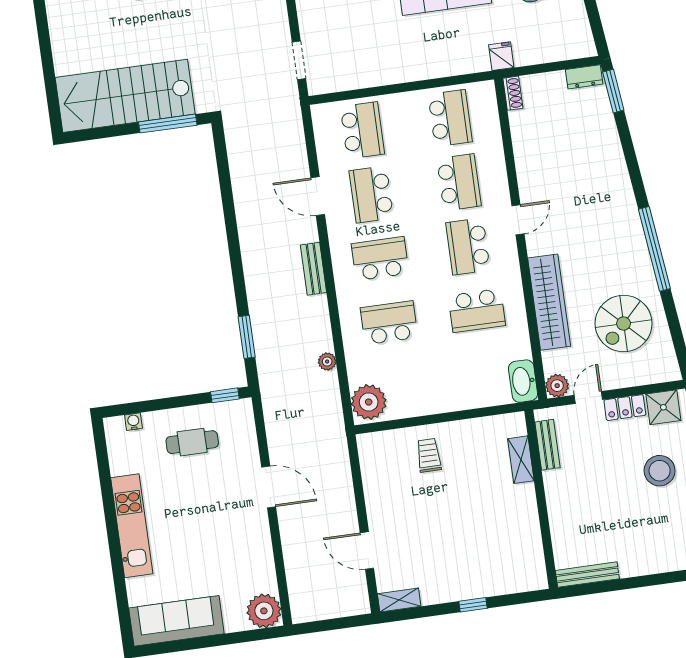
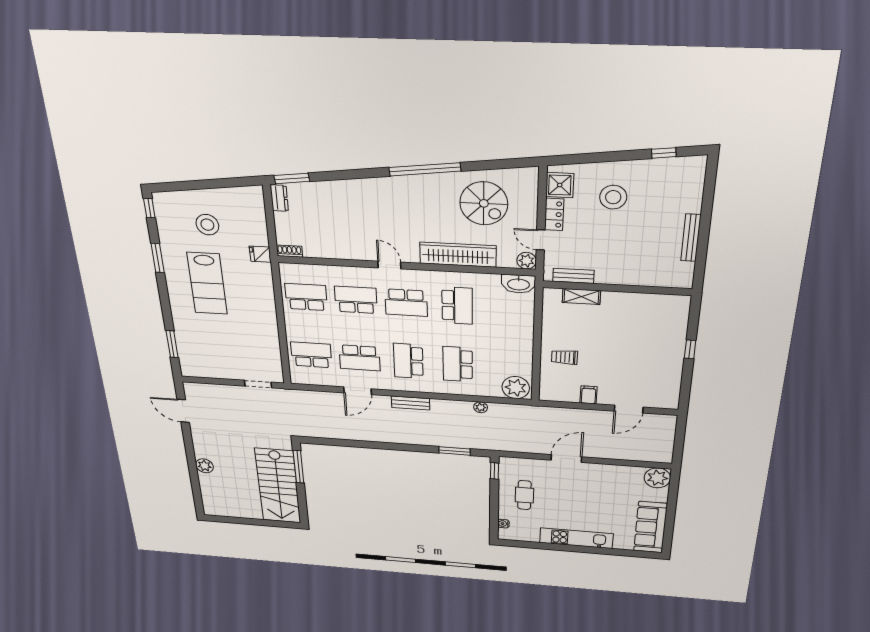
filing cabinet: (378, 496) -> (589, 395), added
bench: (587, 575) -> (691, 238), moved
shelving: (399, 600) -> (673, 396), removed

